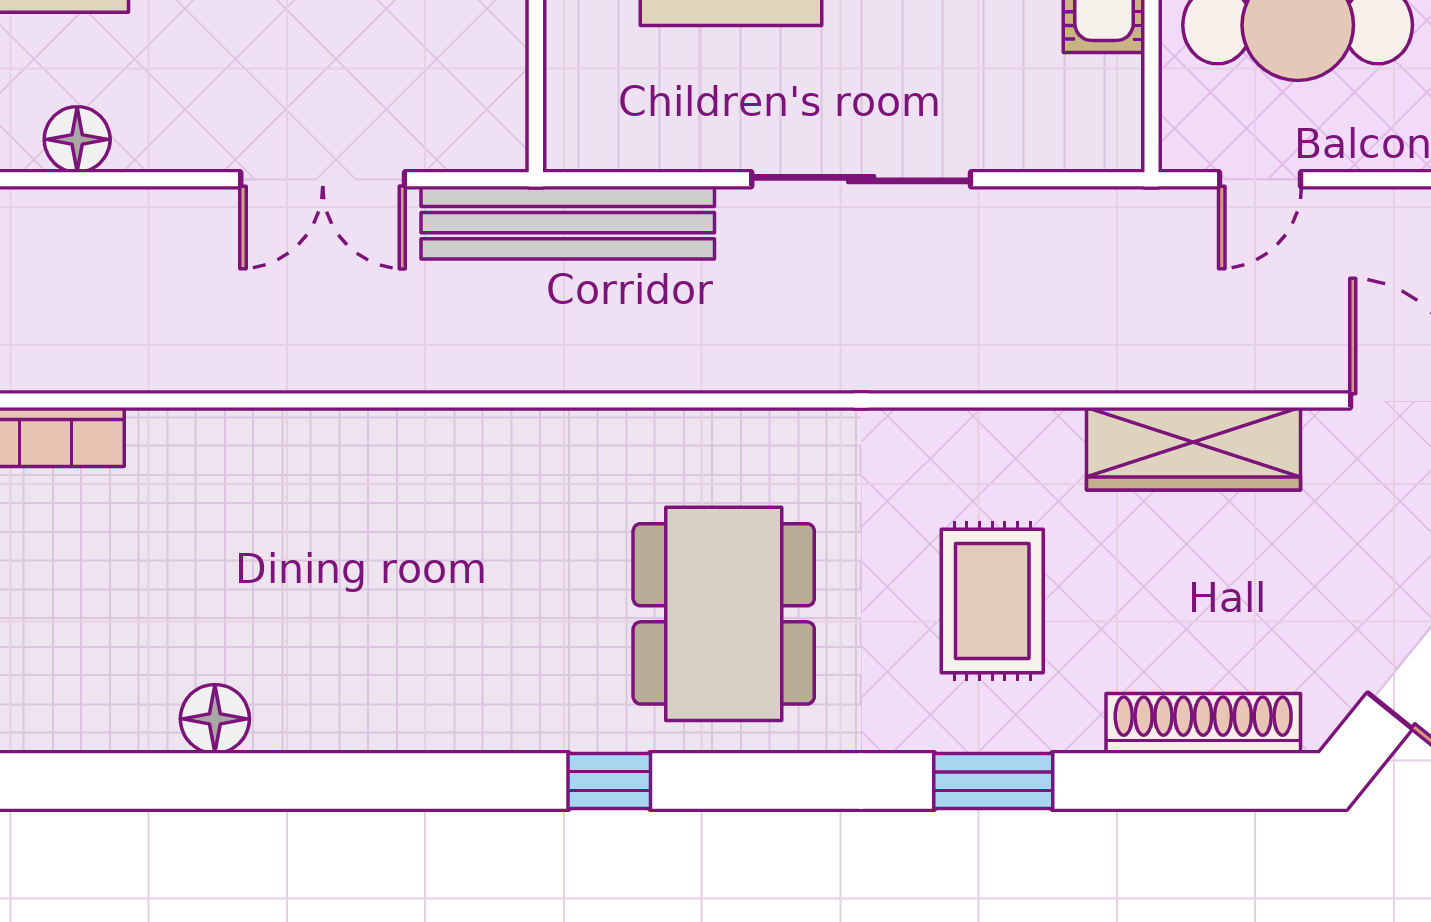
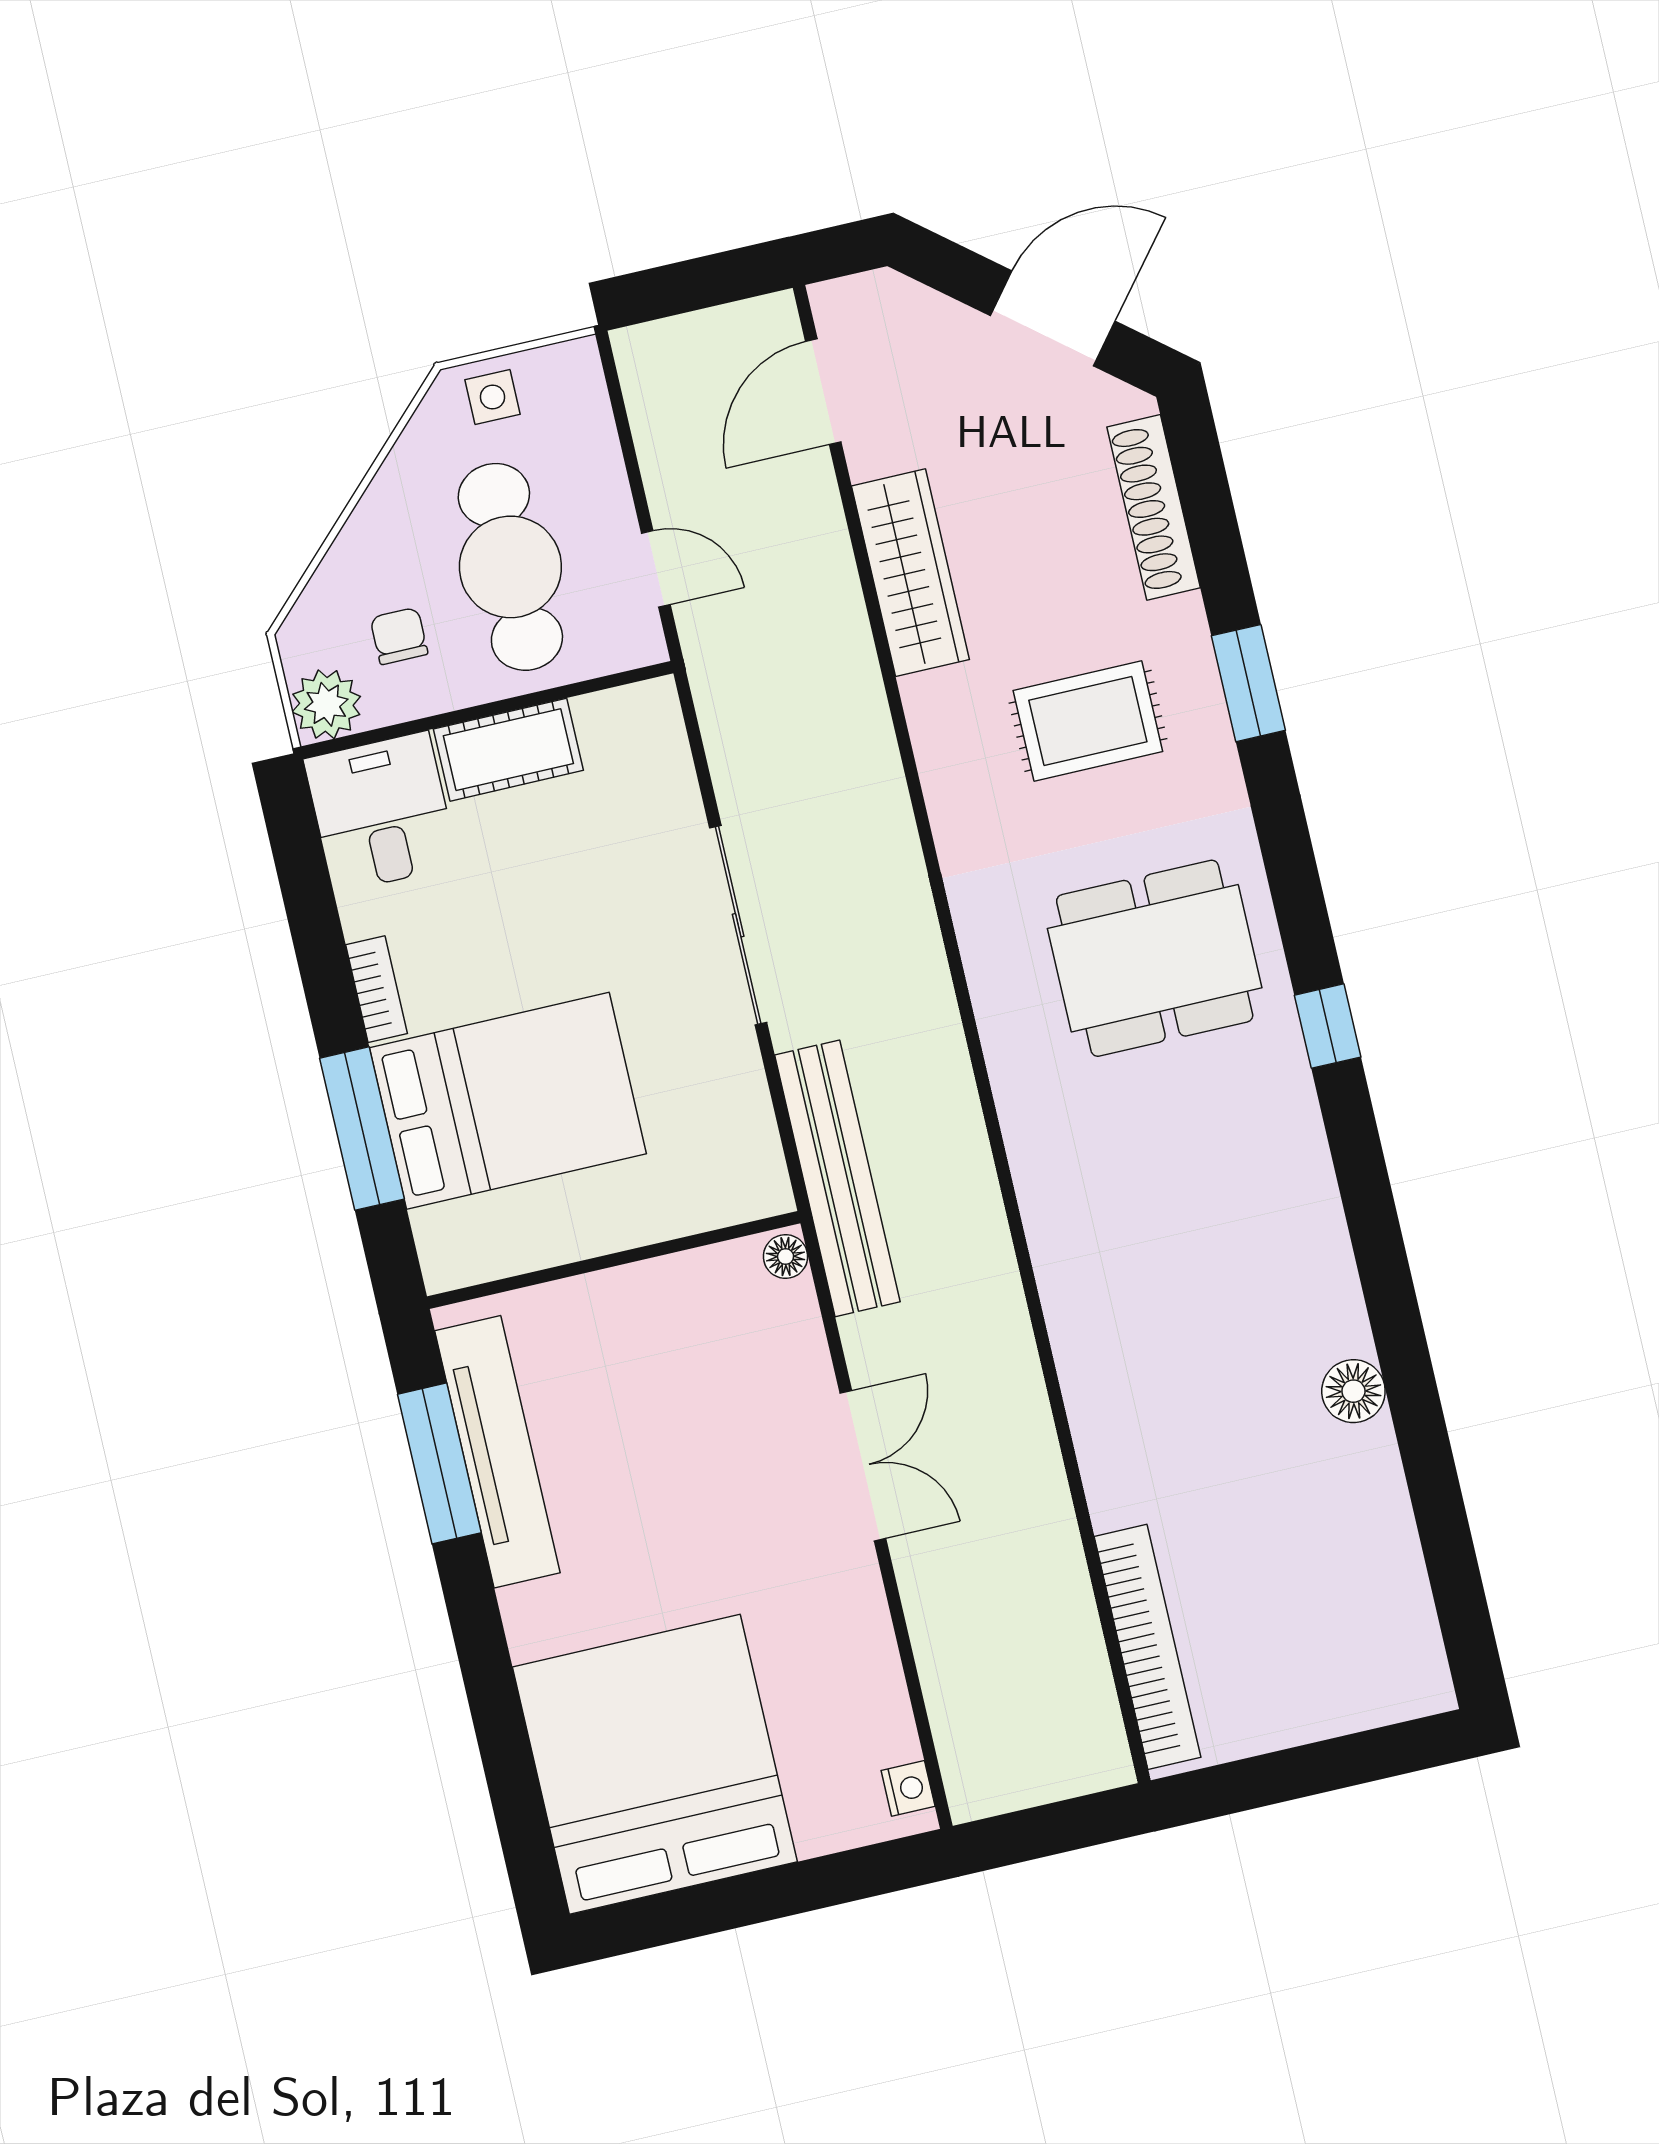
floor lamp: (77, 139) -> (786, 1256), moved, width x0.73, depth x0.73
double door: (323, 179) -> (863, 1466), moved

